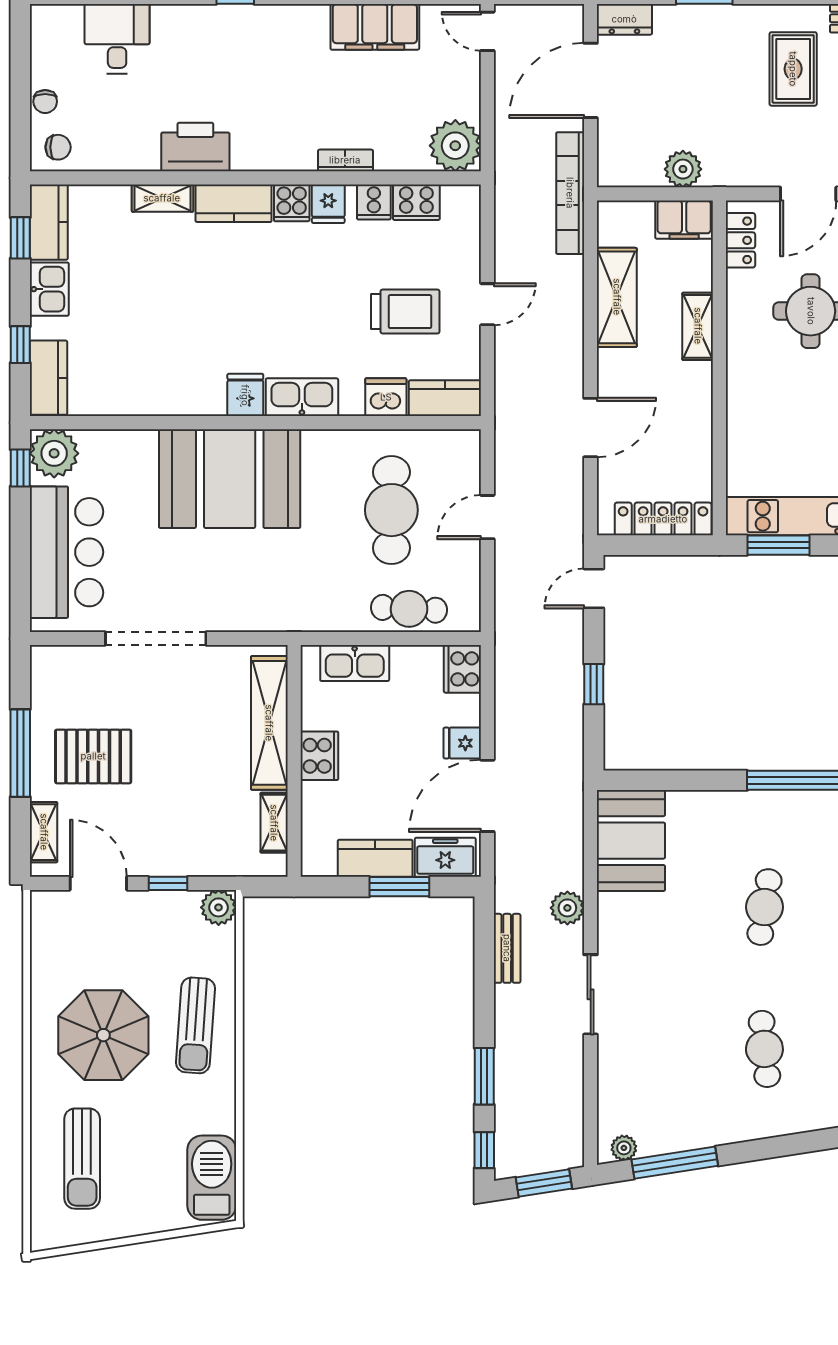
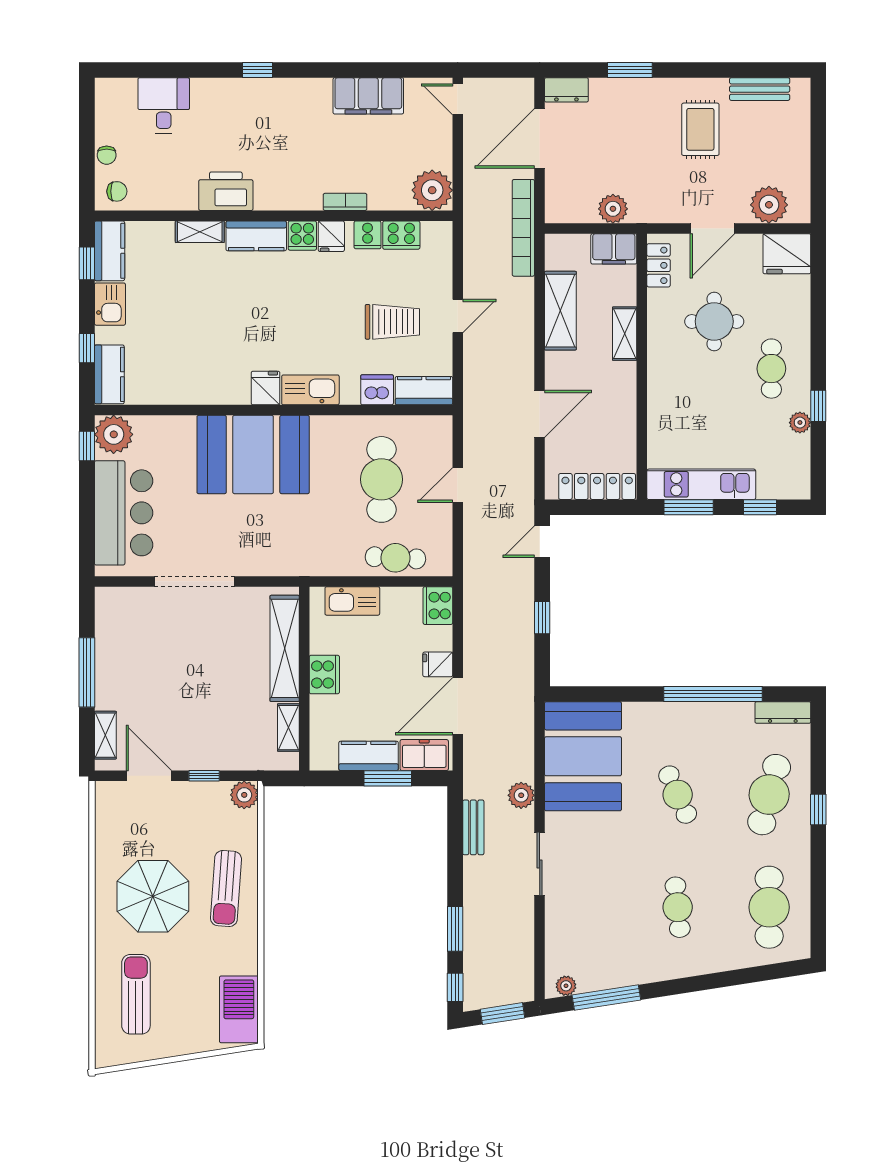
pallet: (93, 756) -> (145, 675), removed
booth: (631, 841) -> (583, 756), width x1.36, depth x1.42
cafe table: (764, 907) -> (678, 795), turned -33
sun lounger: (82, 1159) -> (136, 994), turned 180

